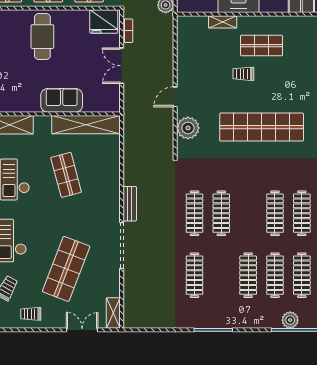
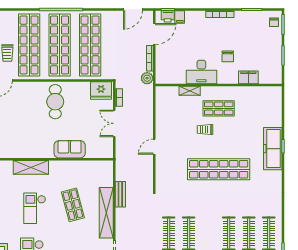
shelving: (86, 125) -> (106, 213), moved, turned 90
plant: (188, 128) -> (164, 170), removed
bench: (130, 204) -> (120, 194), moved

